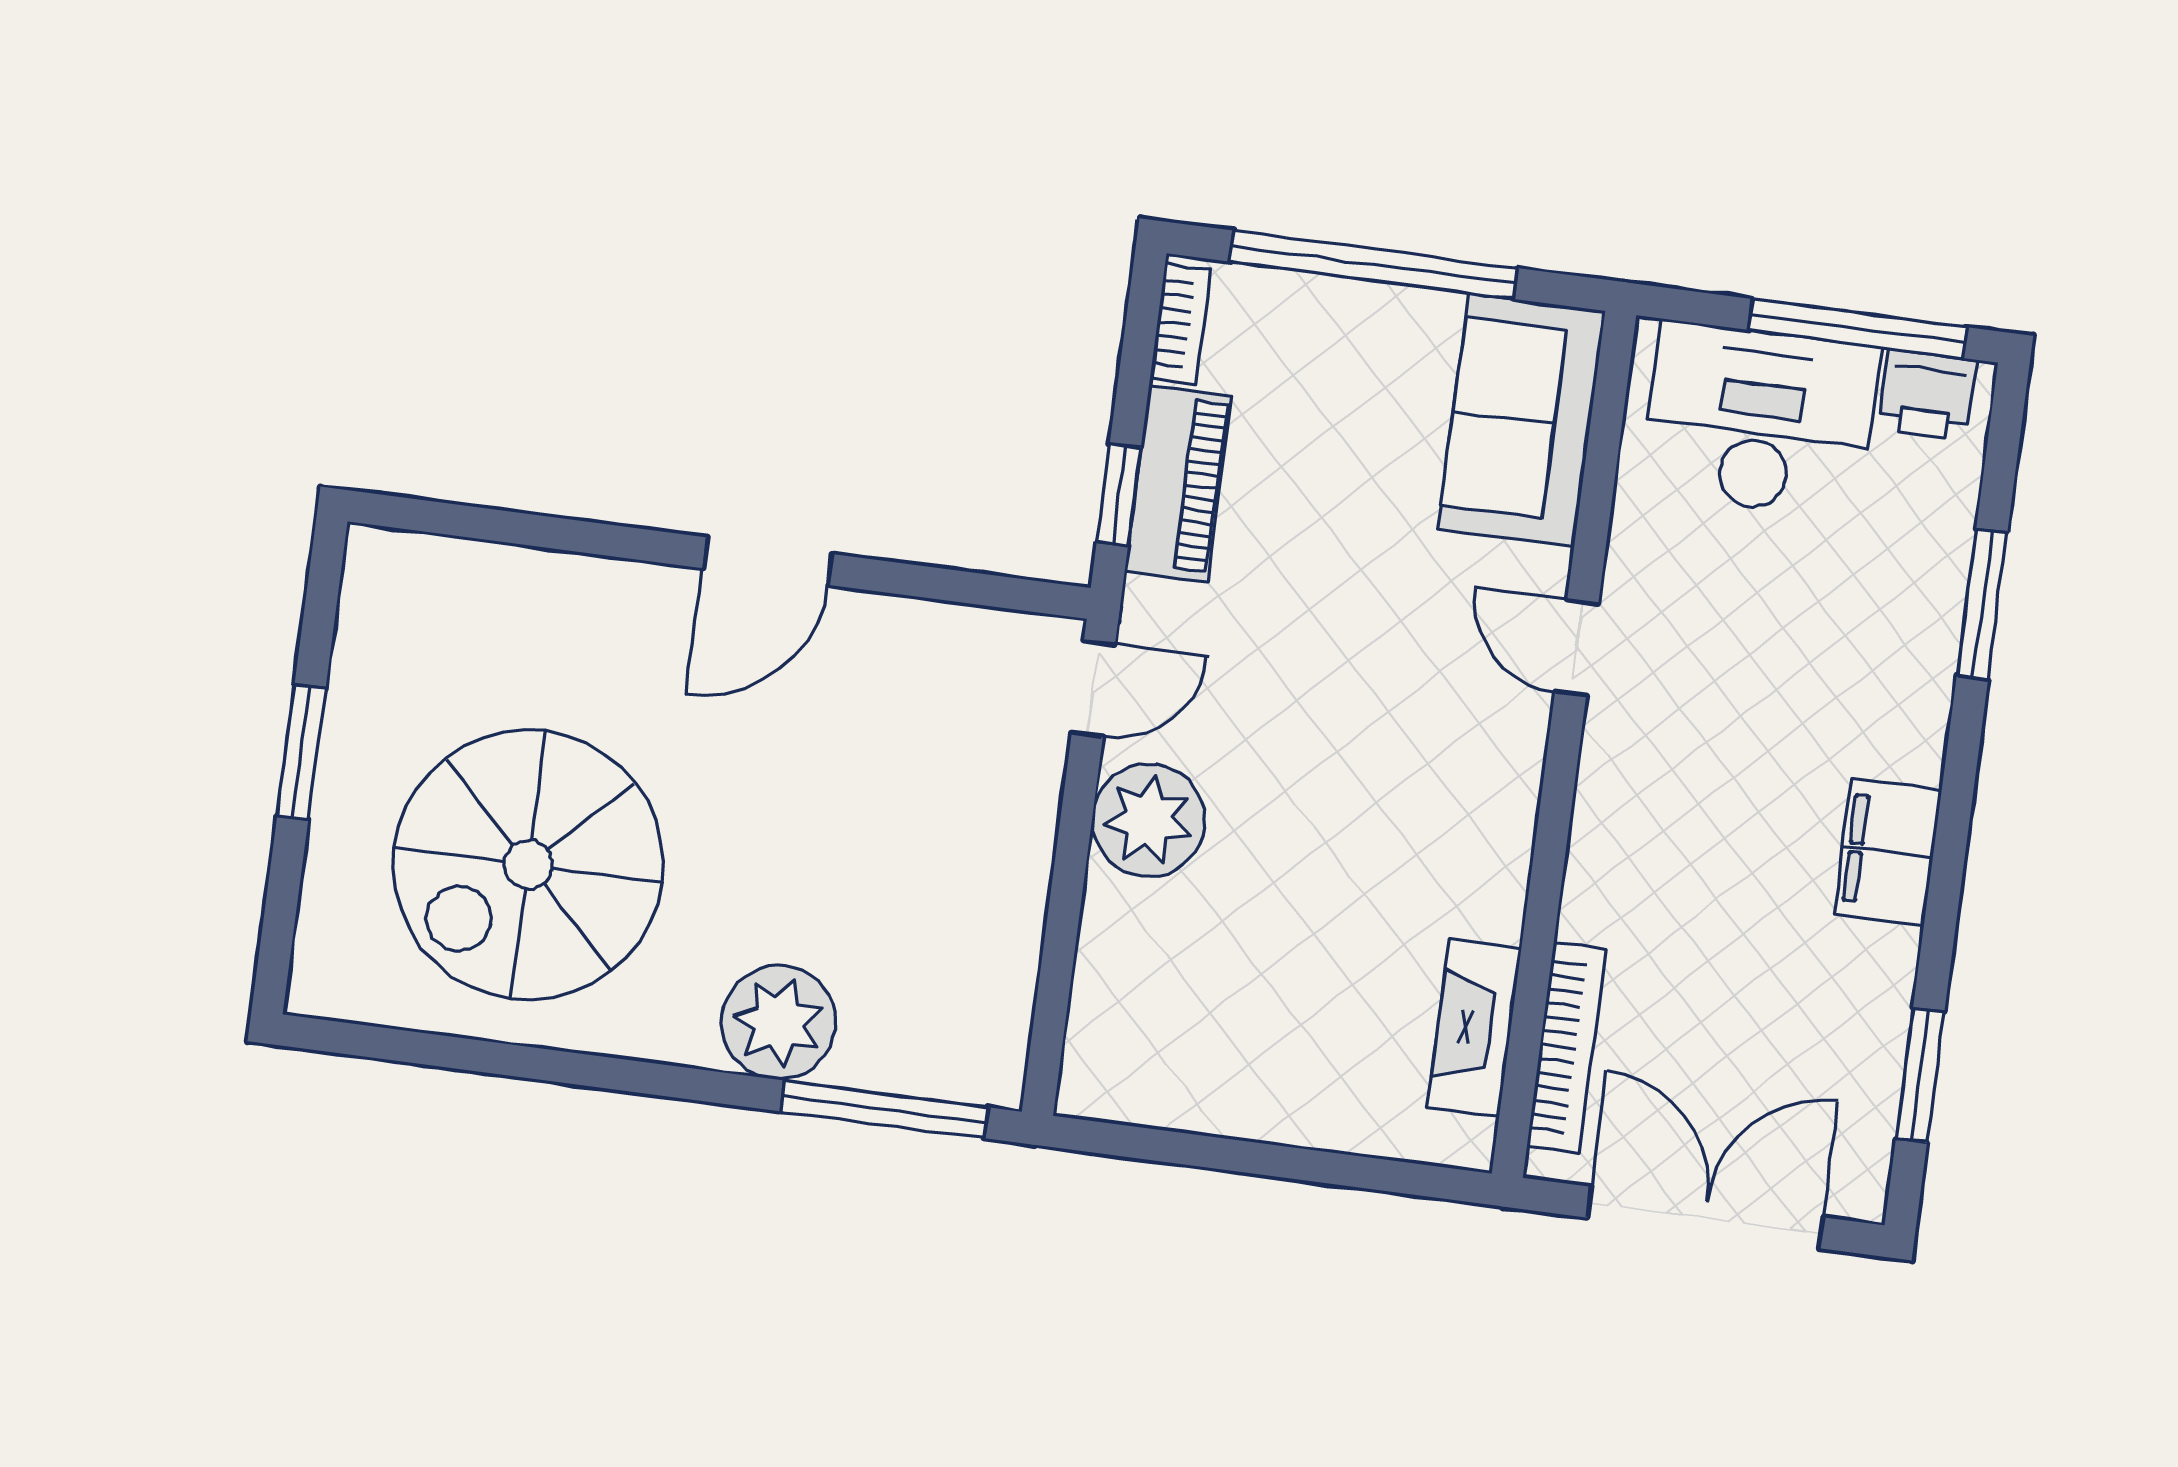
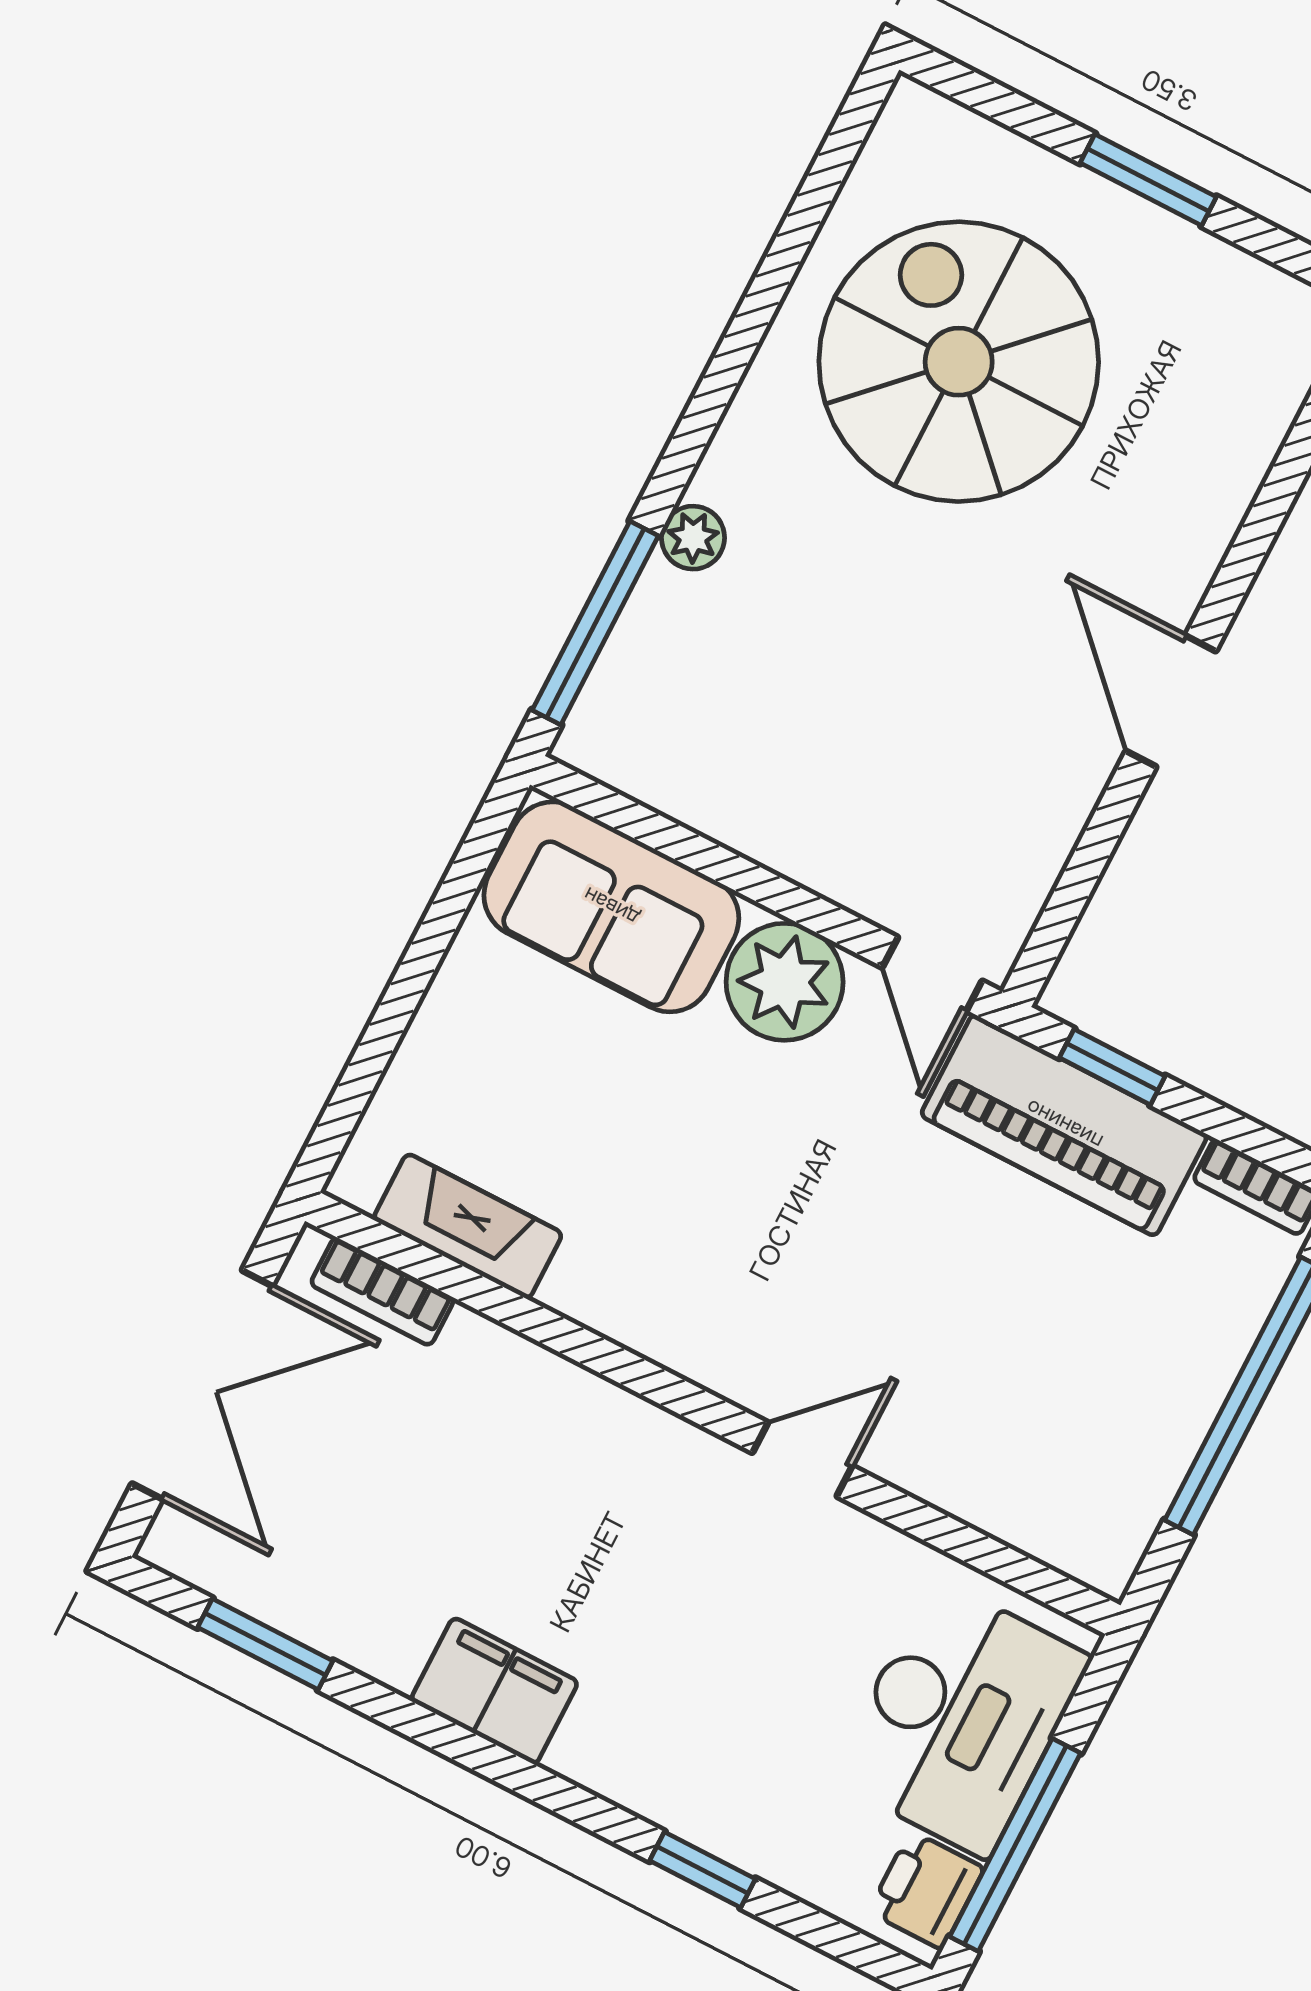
sofa: (1522, 420) -> (611, 907), moved, turned 180
piano: (1178, 484) -> (1064, 1125), width x1.37, depth x1.33
window: (1982, 604) -> (702, 1870), width x0.67
plant: (779, 1022) -> (693, 538), width x0.53, depth x0.53
bookcase: (1566, 1048) -> (382, 1291), width x0.64

